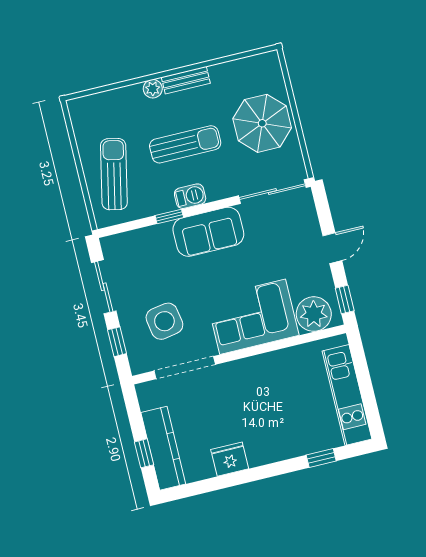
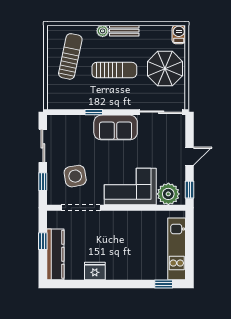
sun lounger: (114, 174) -> (70, 56), moved
barbecue: (190, 196) -> (179, 34), moved, turned -90
window: (144, 453) -> (43, 241), moved
window: (321, 458) -> (164, 284), moved

